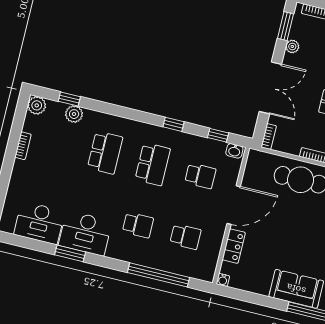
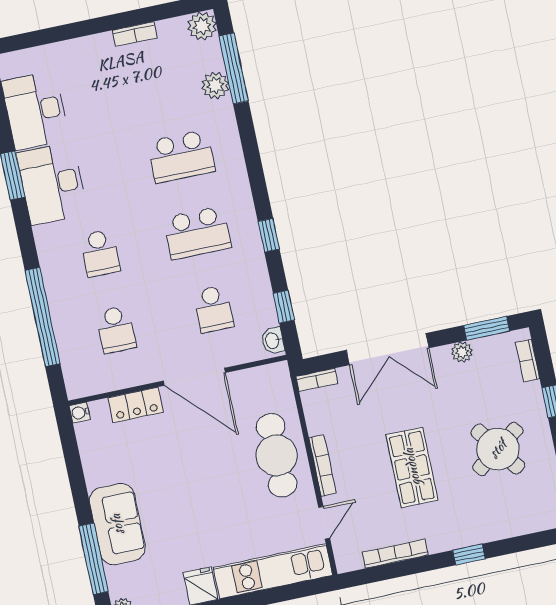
window: (69, 99) -> (234, 68), width x2.17

